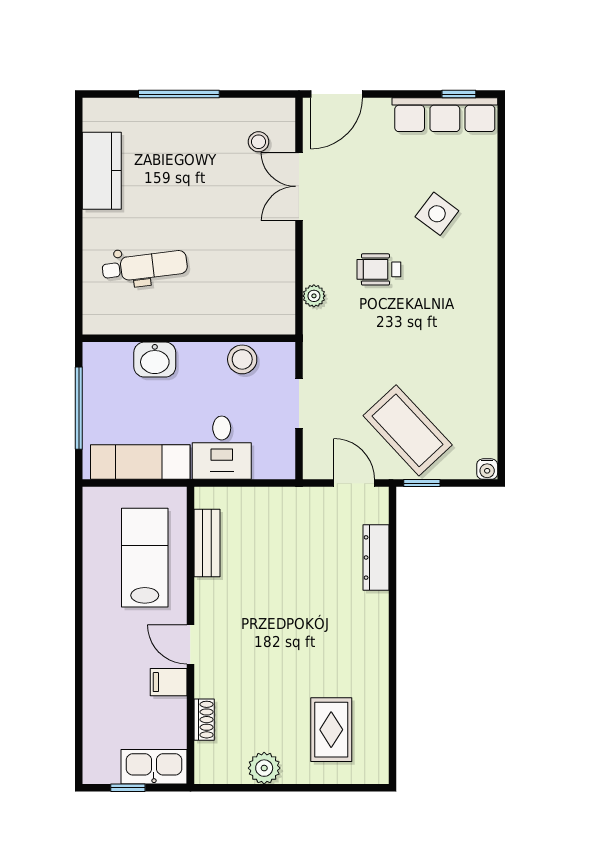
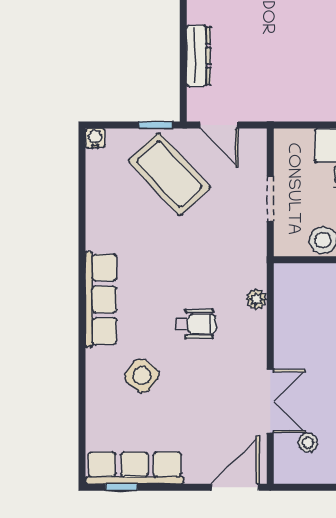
row of seats: (481, 296) -> (101, 299), added

